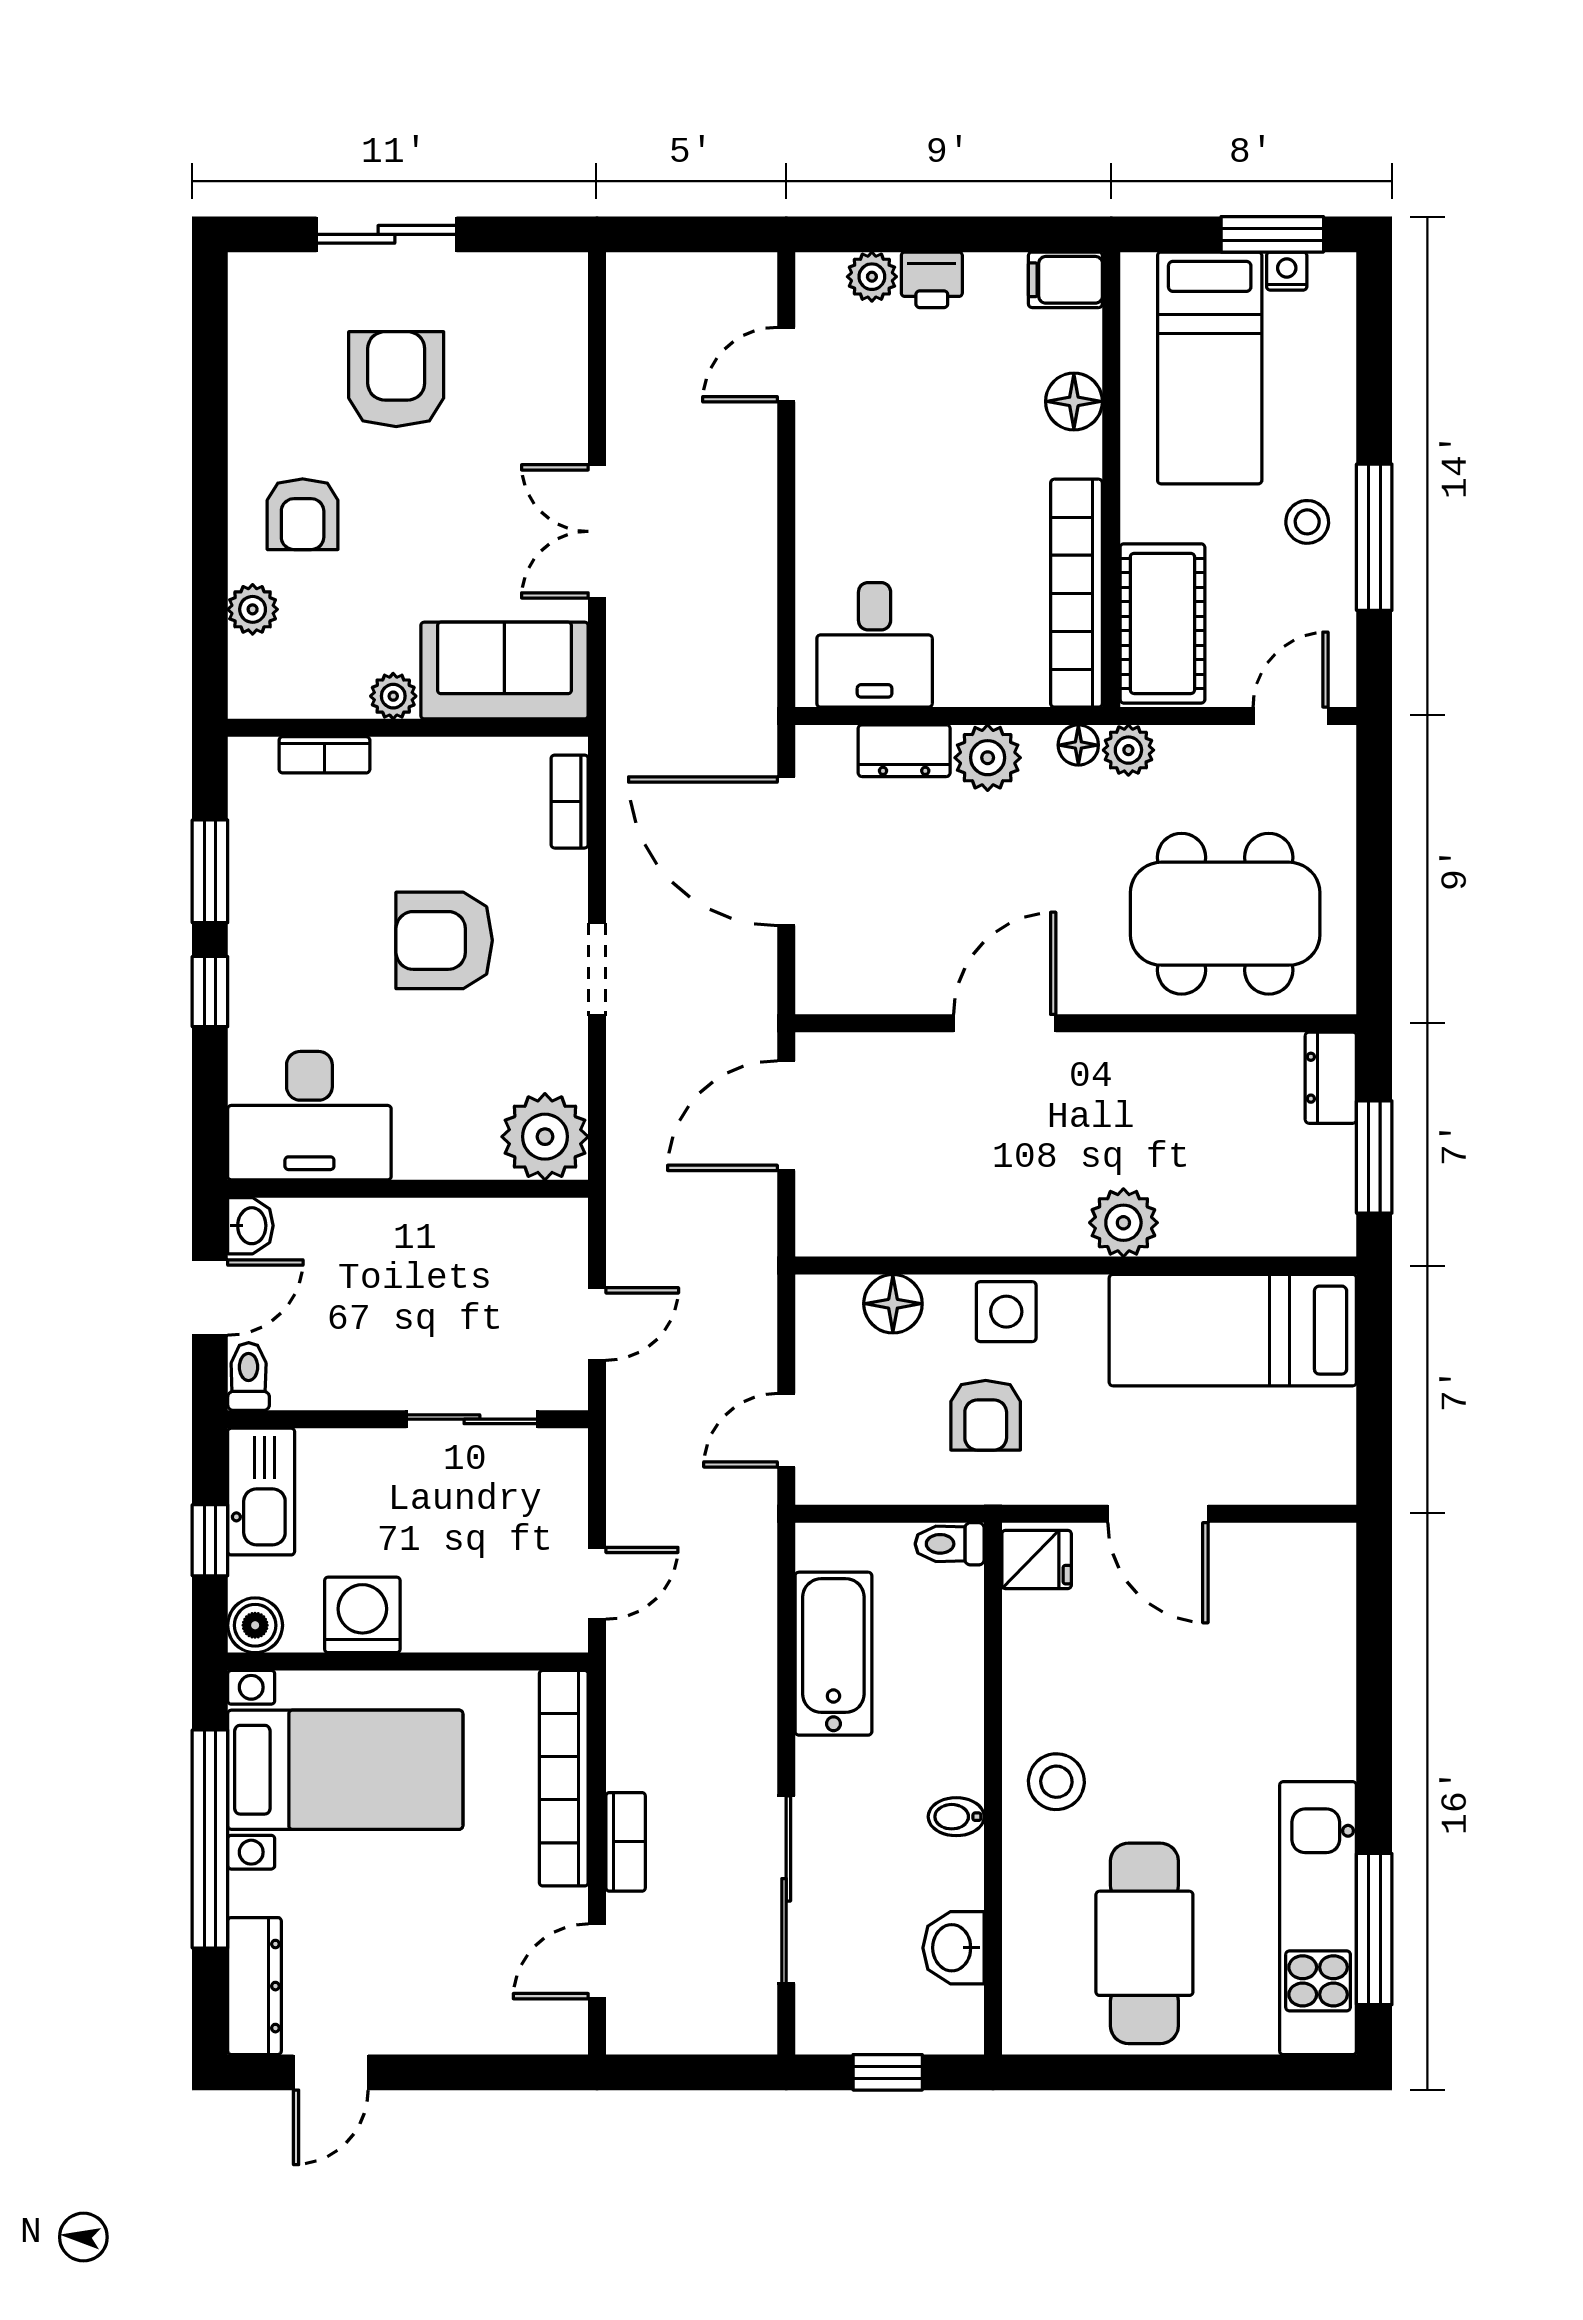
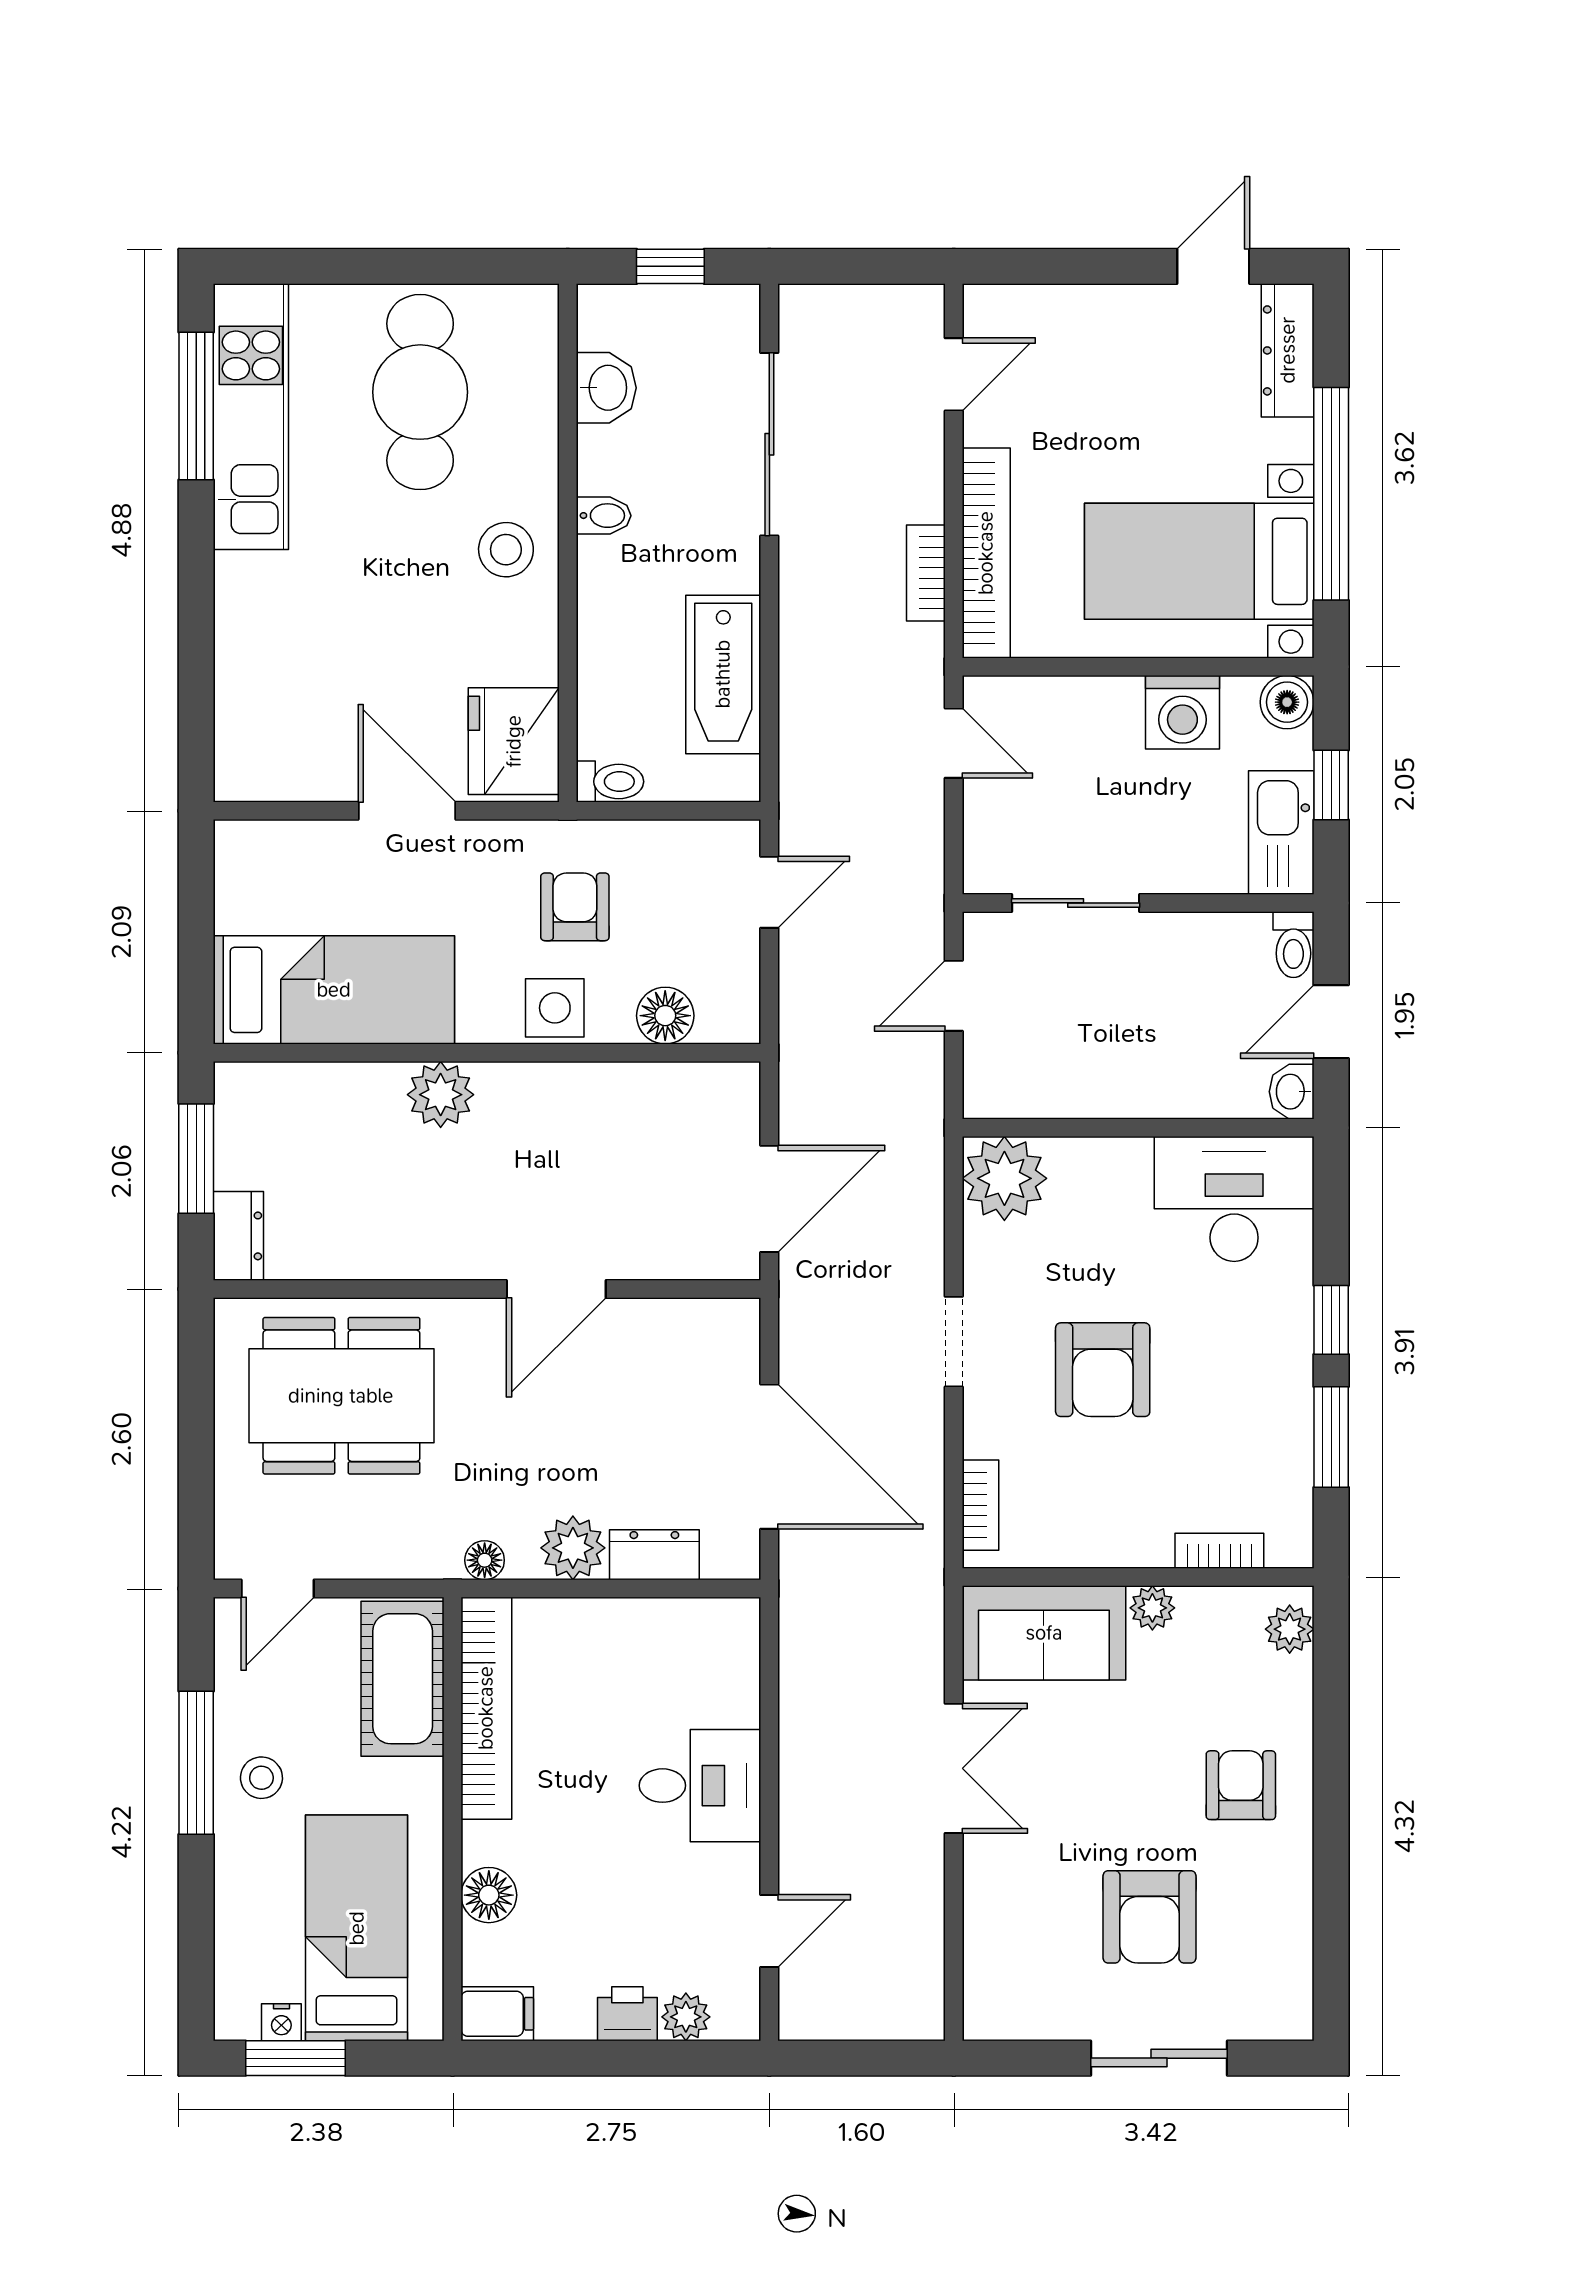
plant: (253, 609) -> (1290, 1629), moved
desk: (875, 645) -> (700, 1786), moved, turned 90
plant: (1128, 750) -> (436, 1555), removed
armchair: (444, 940) -> (1103, 1370), turned 90
fridge: (1037, 1559) -> (514, 741), width x1.88, depth x1.34
door: (597, 1583) -> (954, 743), swing flipped
bookcase: (626, 1842) -> (926, 573), moved

